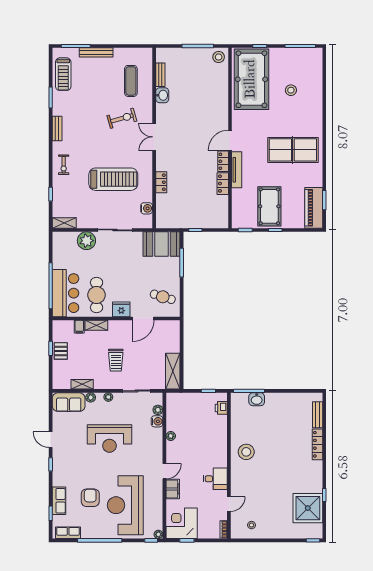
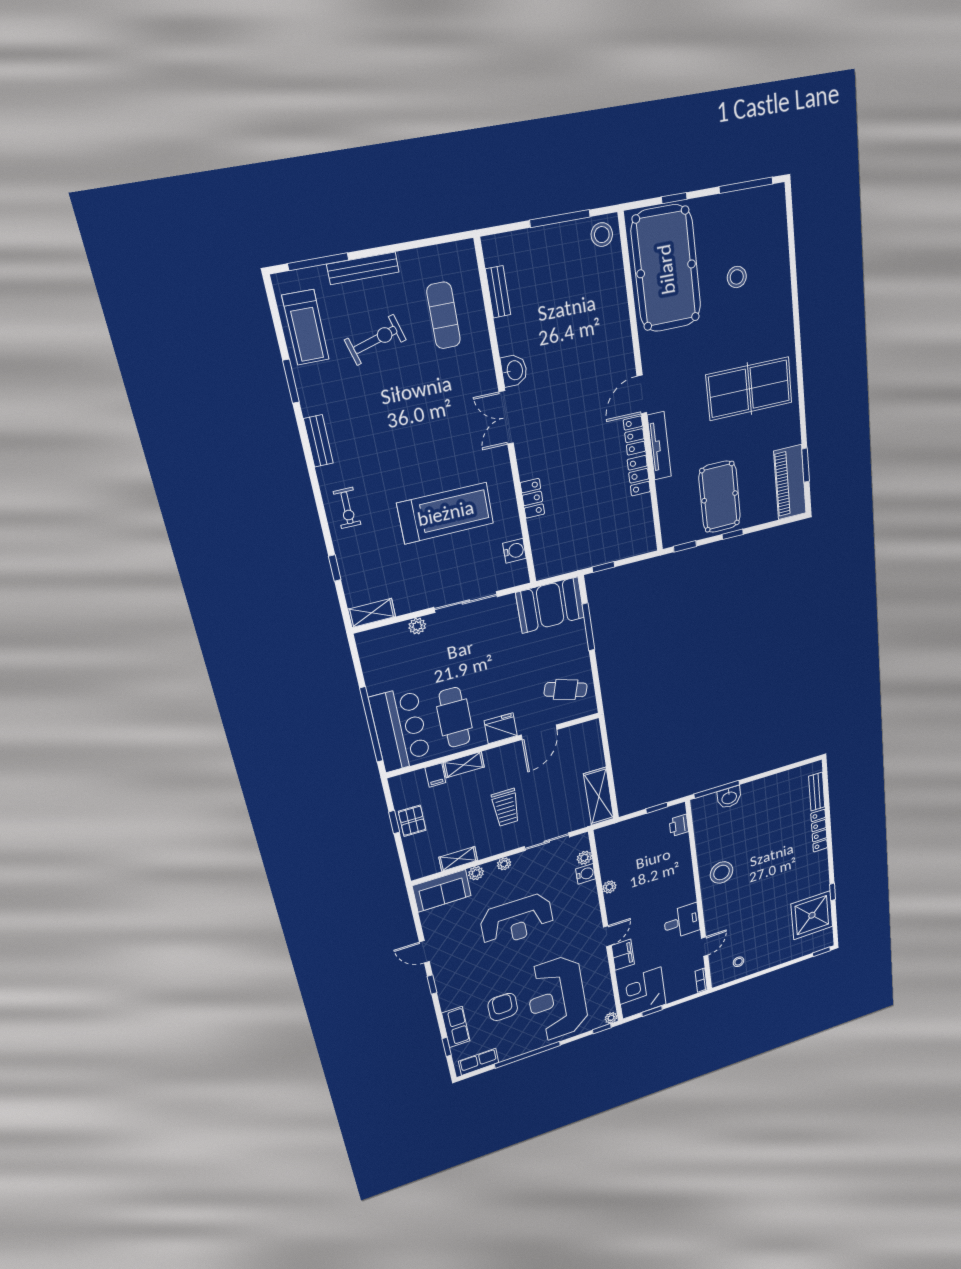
washbasin: (162, 95) -> (514, 370), moved
exercise bike: (122, 118) -> (375, 340), moved
plant: (86, 241) -> (417, 626), width x0.53, depth x0.53

